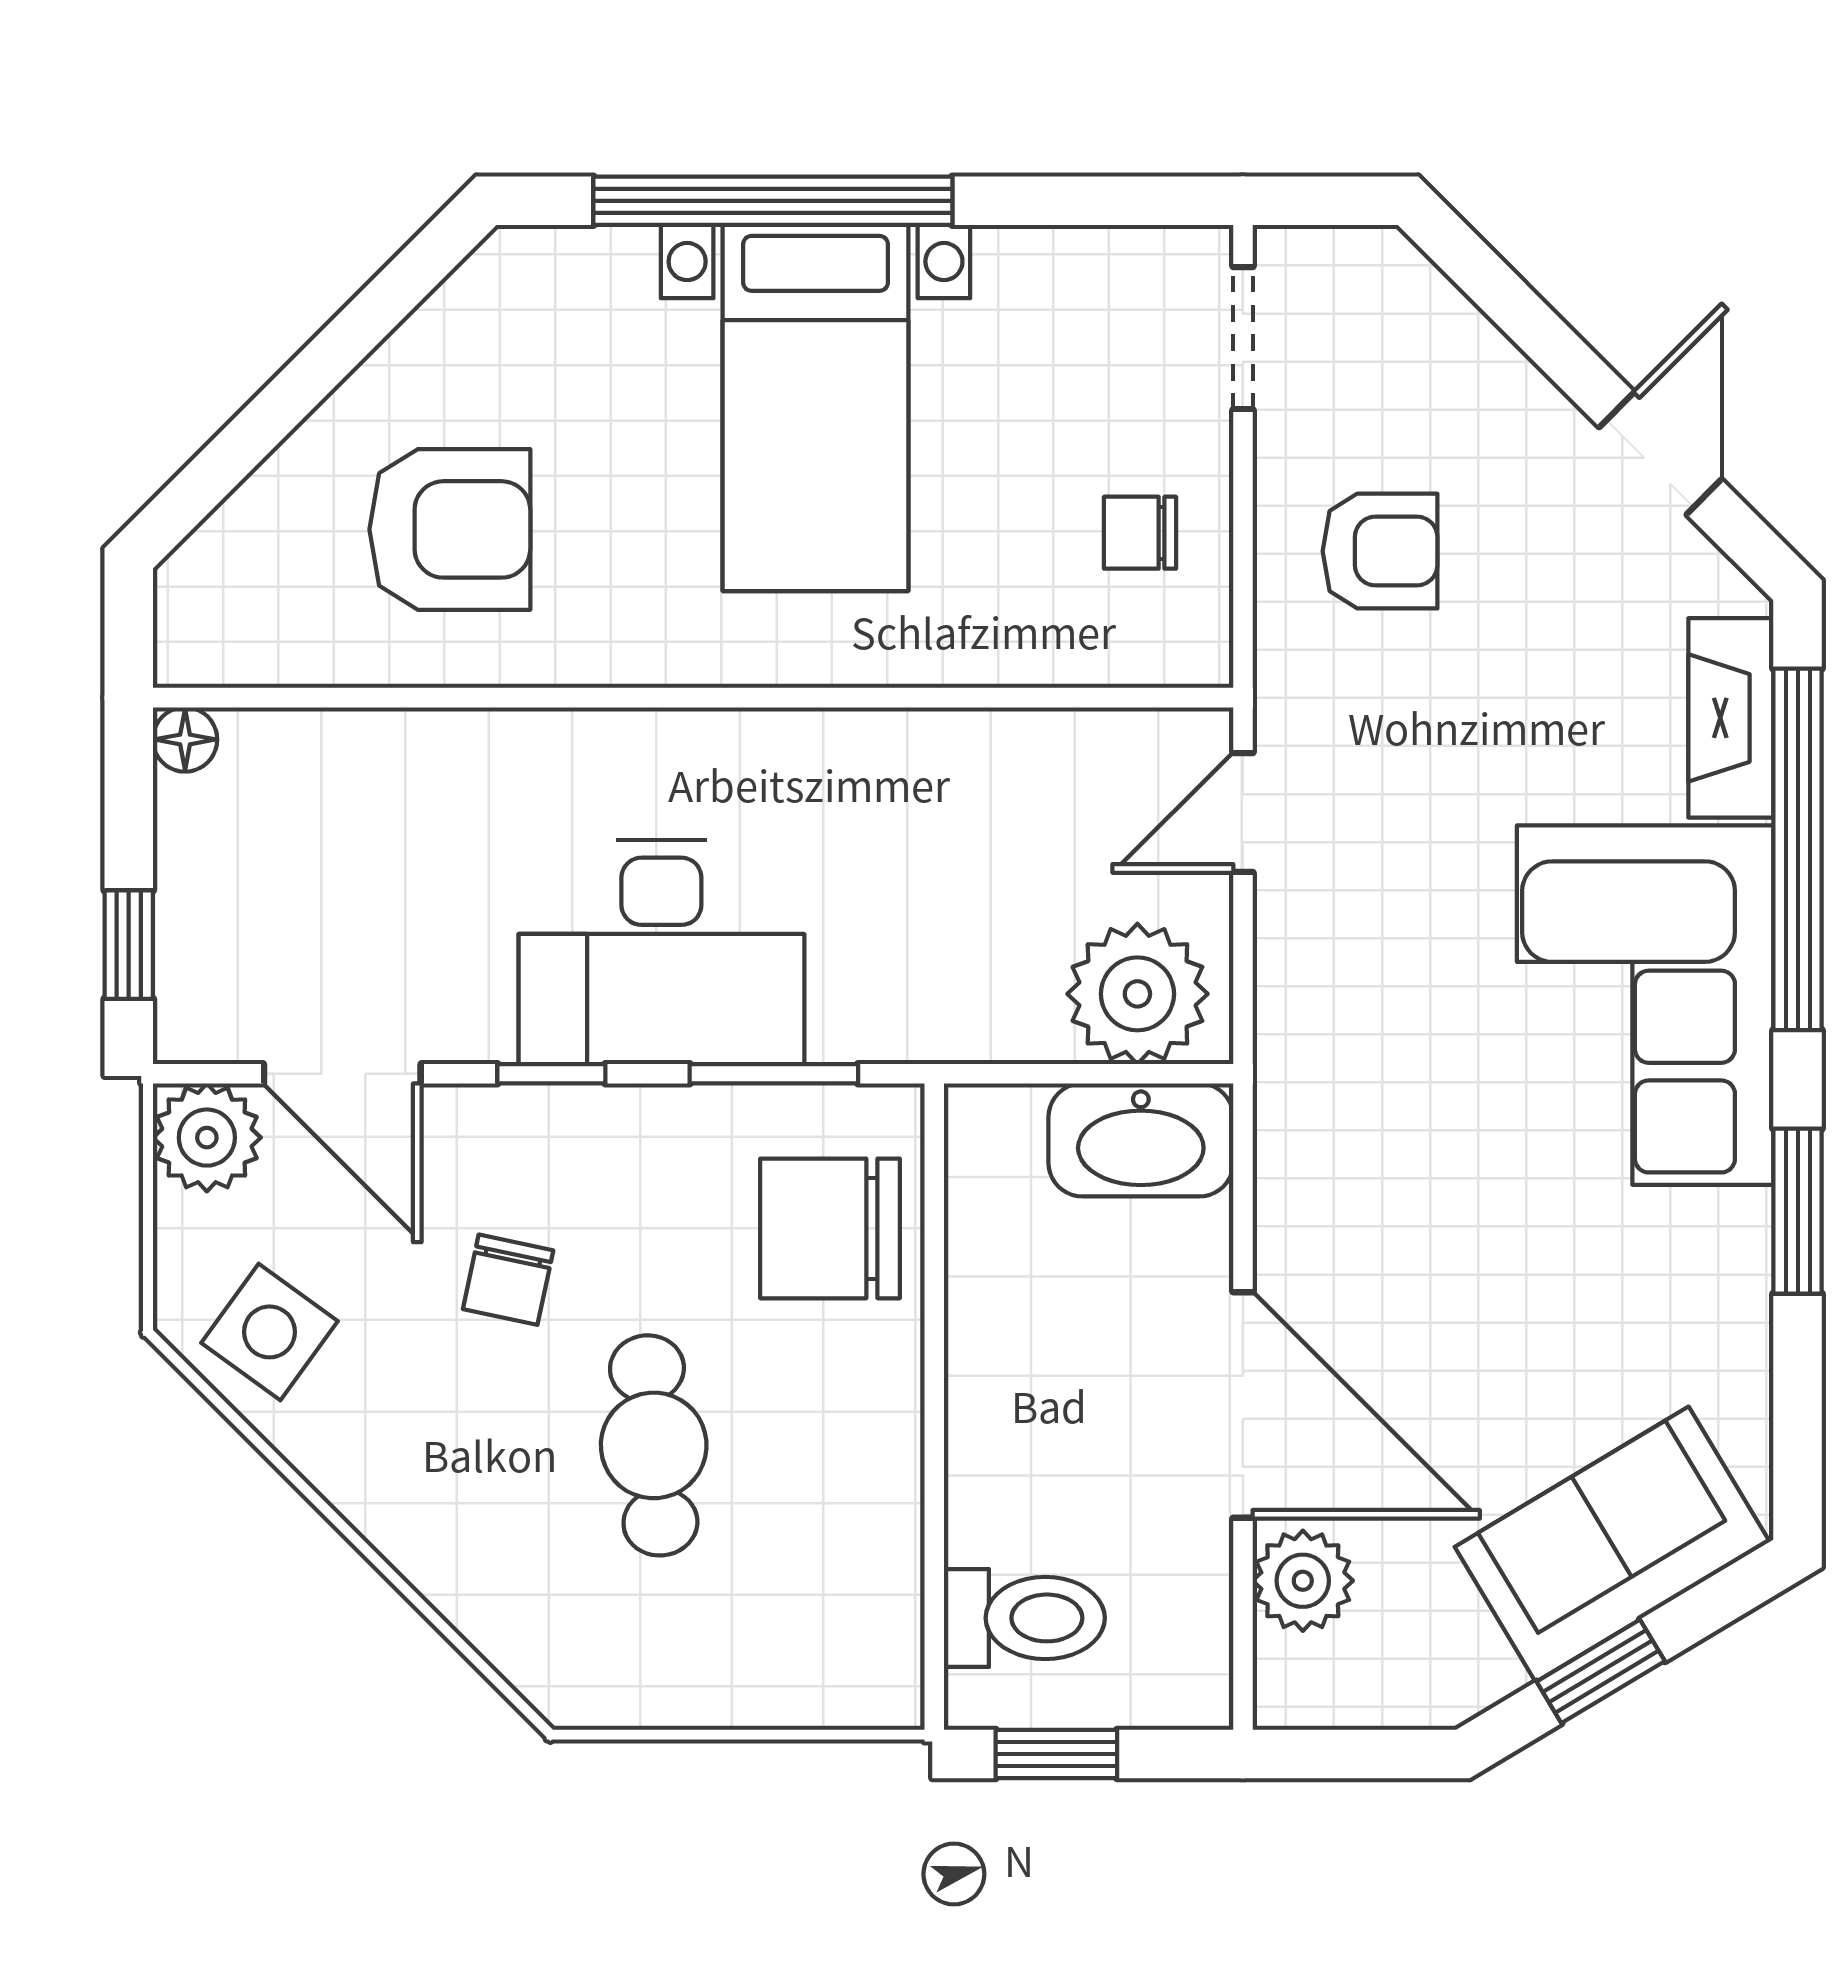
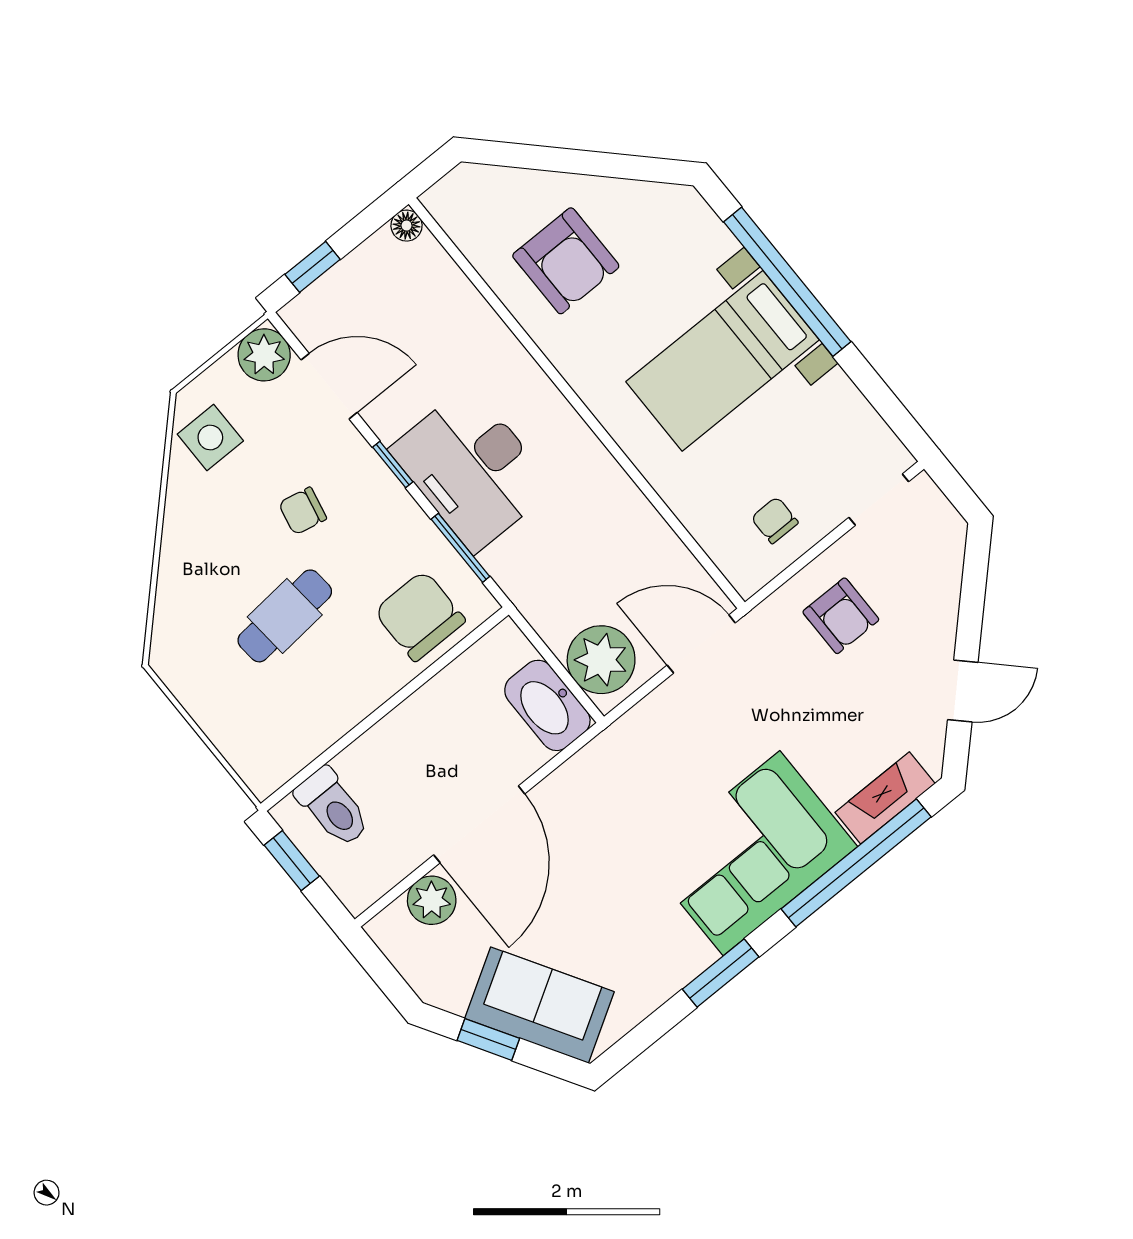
door: (1243, 812) -> (701, 644), width x1.38
door: (342, 1074) -> (329, 386), swing flipped
side table: (269, 1332) -> (210, 438), turned -36

